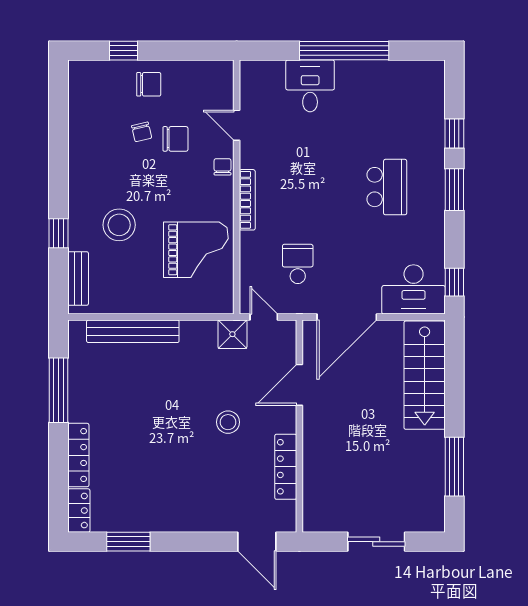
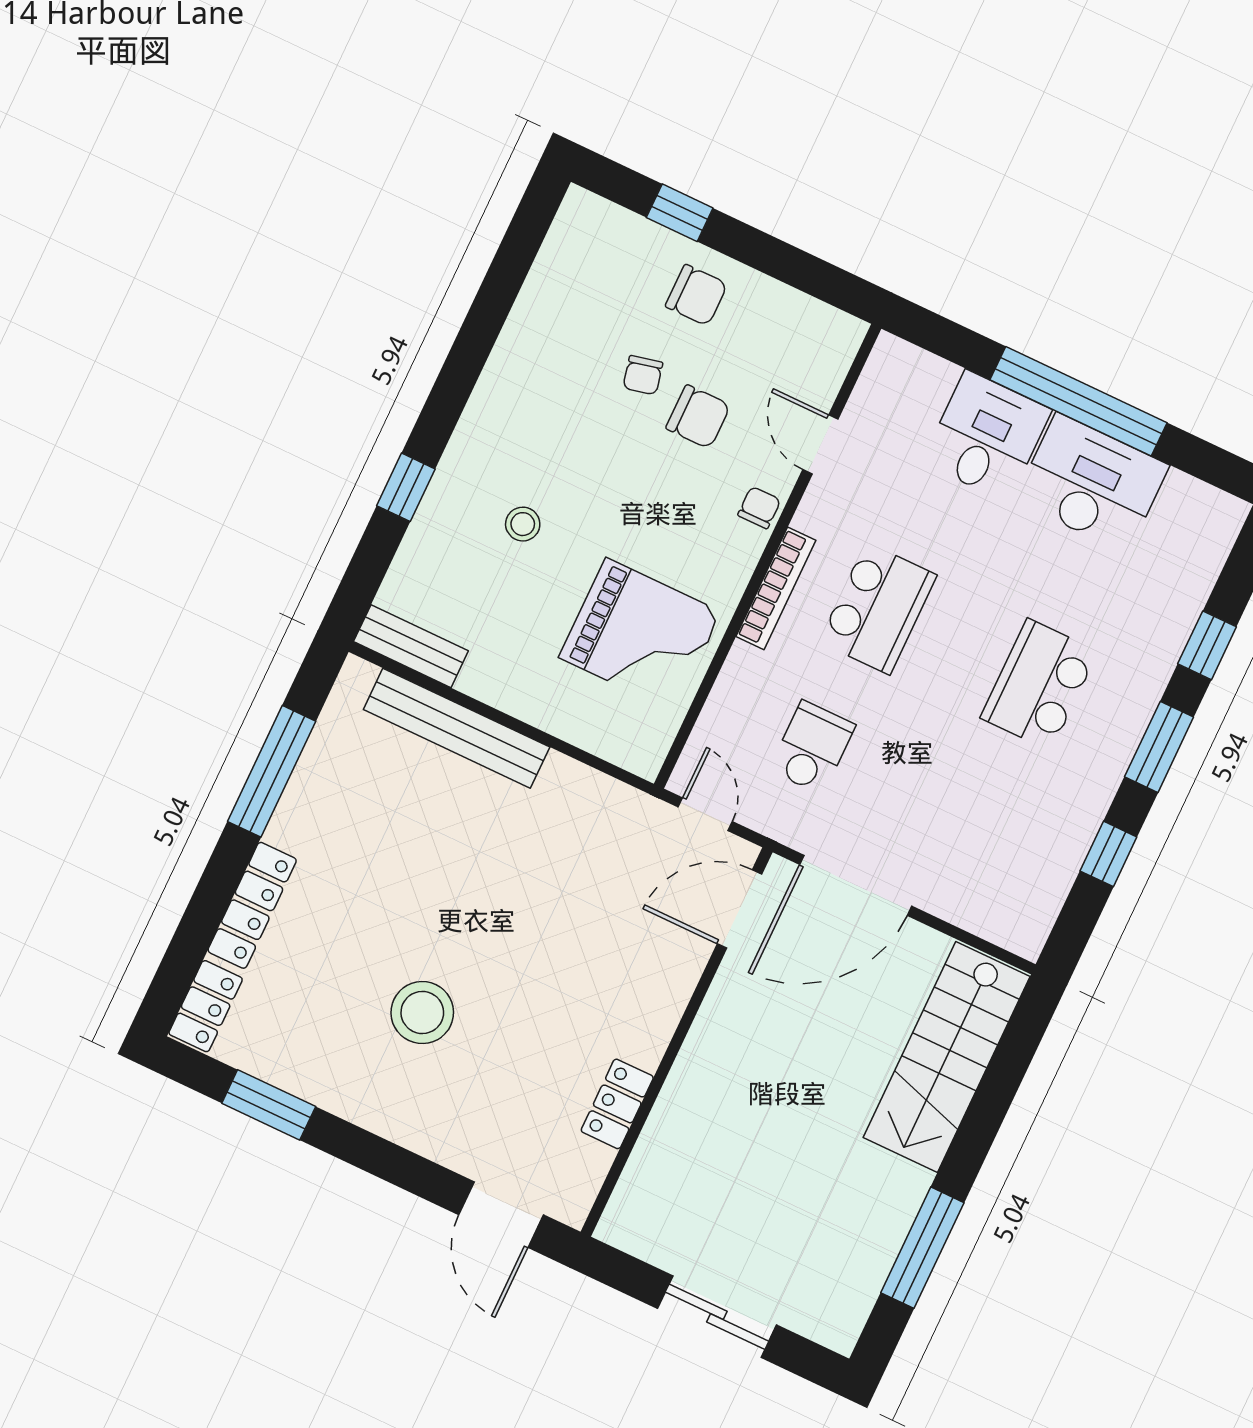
school desk: (298, 187) -> (878, 608), added
school desk: (387, 187) -> (1039, 685), turned 180
stool: (119, 225) -> (523, 524), width x0.53, depth x0.53
bench: (78, 279) -> (411, 646), moved, turned 90
window: (454, 282) -> (1108, 854), moved
desk: (414, 289) -> (1092, 483), moved, turned 180
shower: (232, 334) -> (634, 819), removed
door: (299, 385) -> (739, 909), moved
stool: (228, 422) -> (422, 1013), moved, width x1.38, depth x1.38
locker: (286, 467) -> (617, 1104), width x0.66

